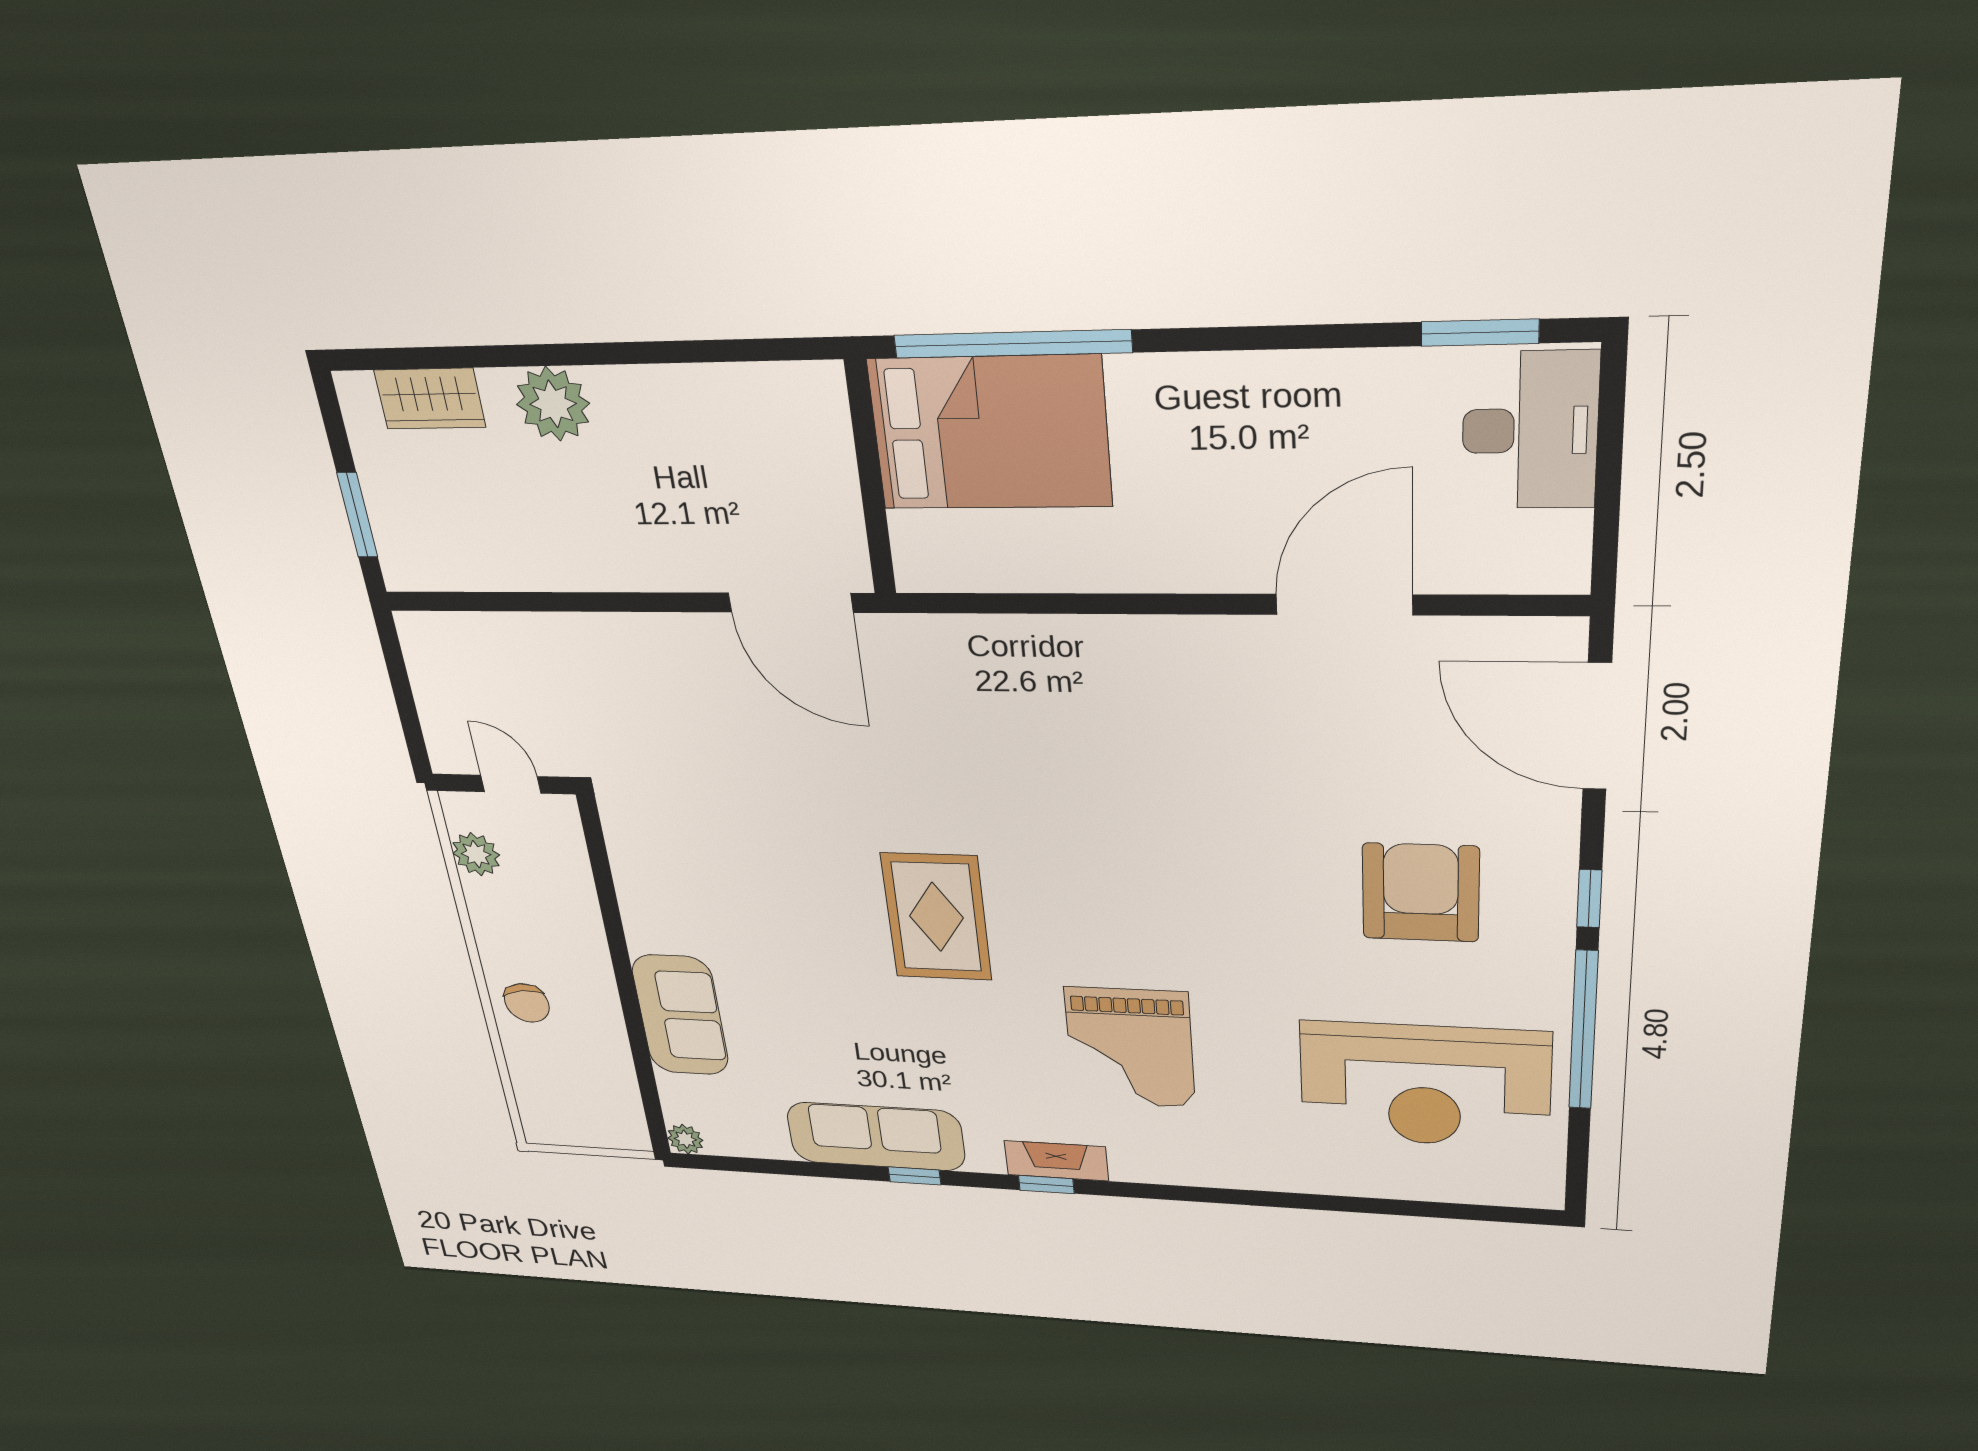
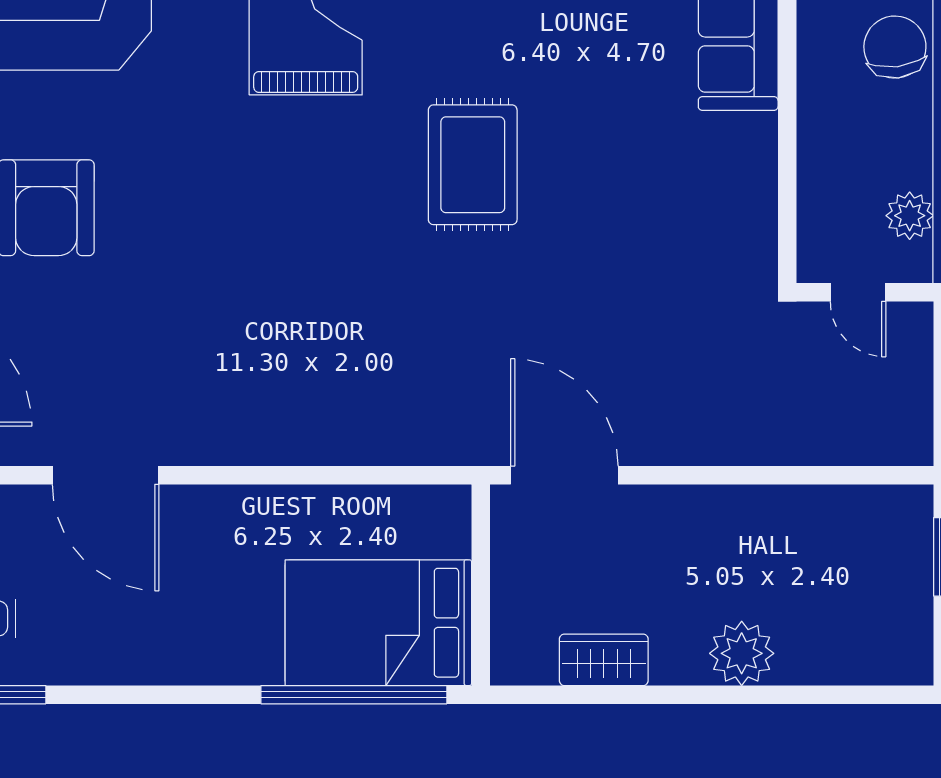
wardrobe: (430, 399) -> (604, 660), moved
door: (1344, 605) -> (106, 475), hinge flipped
chair: (527, 1003) -> (895, 47), width x1.37, depth x1.37

